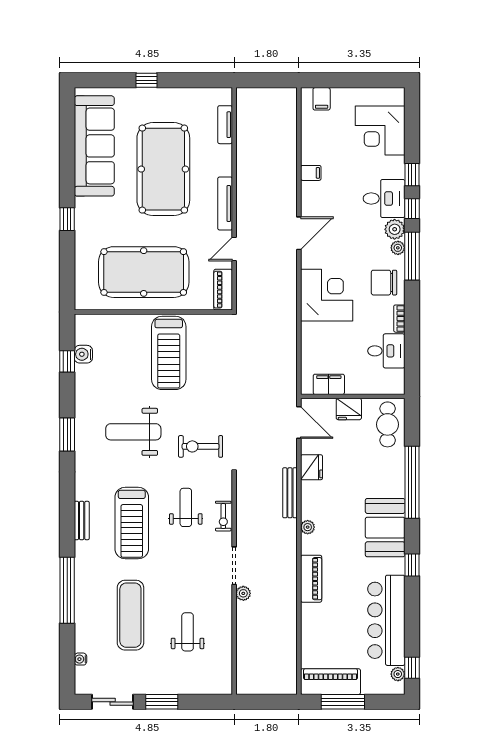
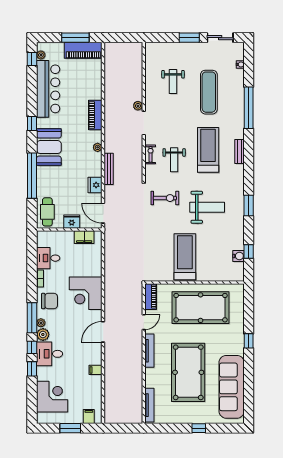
window: (351, 80) -> (70, 428), added
tv unit: (225, 125) -> (149, 405), width x1.41

